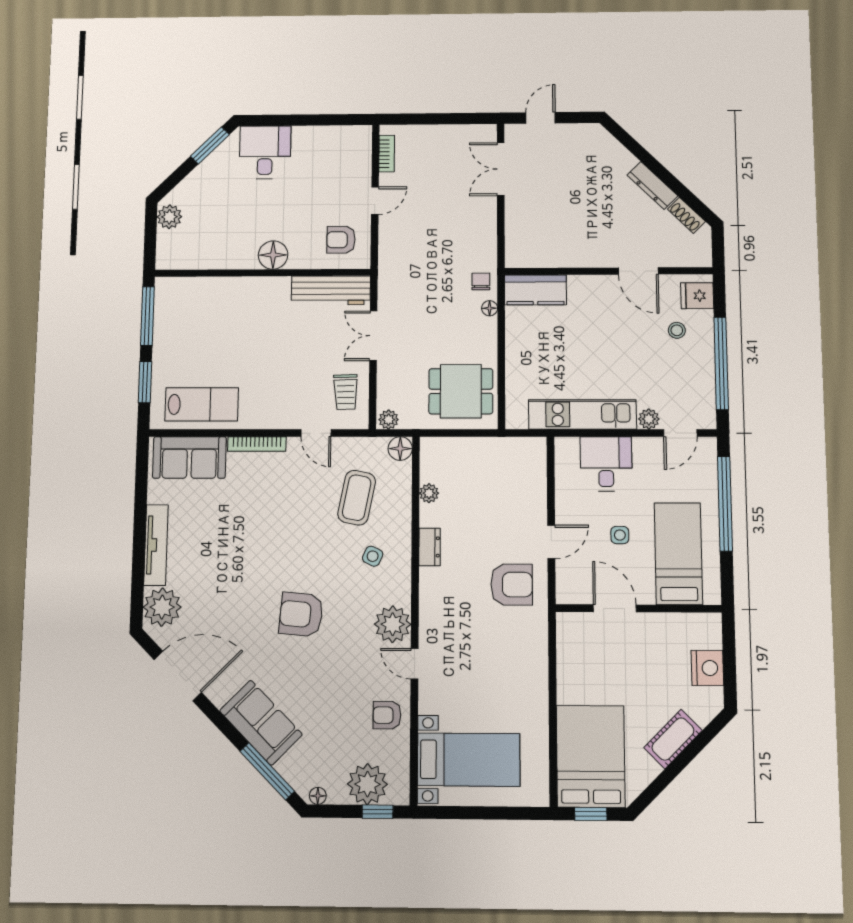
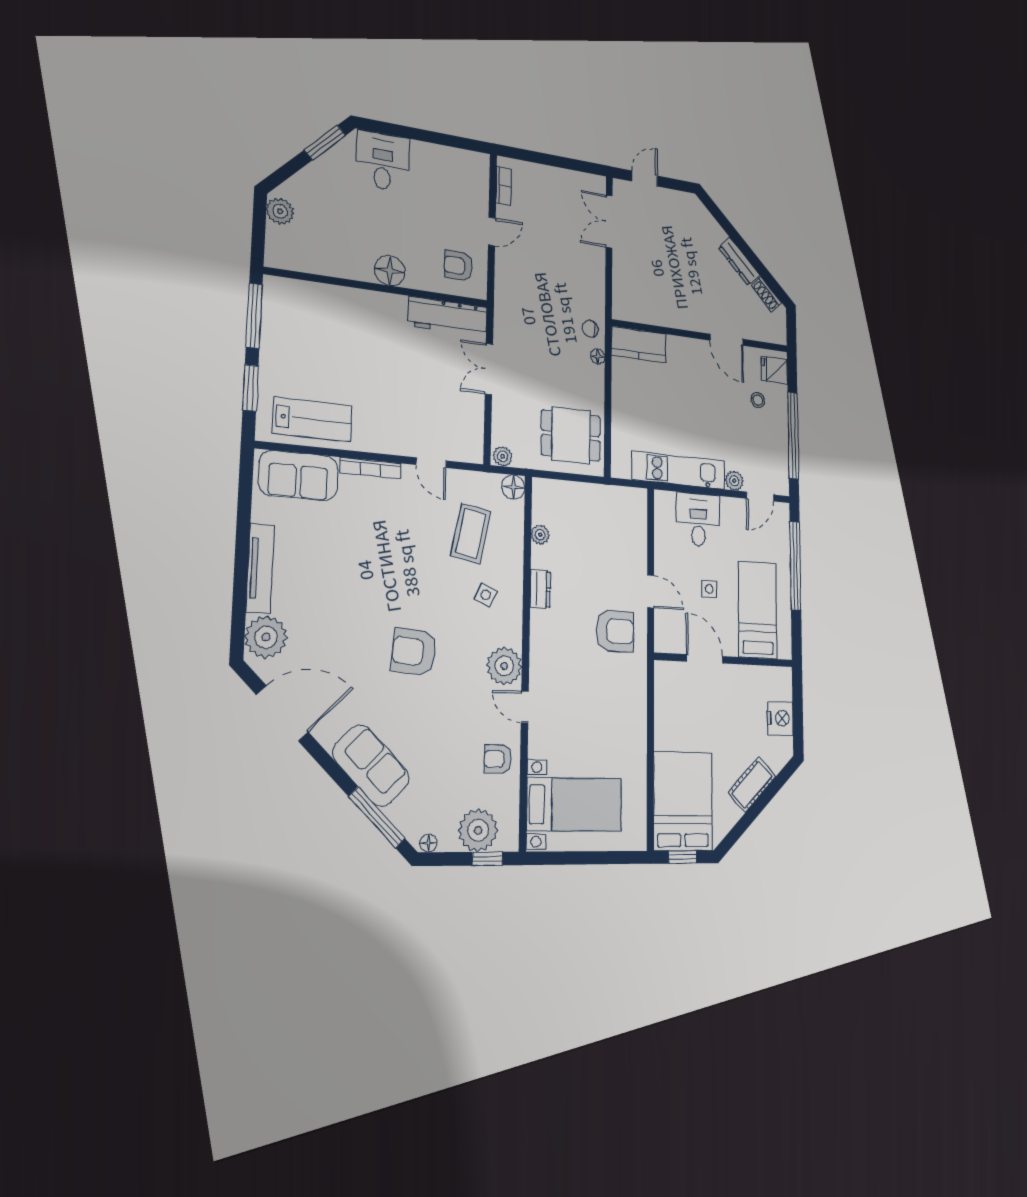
chair: (481, 281) -> (590, 329), turned -90
trolley: (346, 392) -> (461, 423), removed
door: (551, 542) -> (651, 591), hinge flipped

